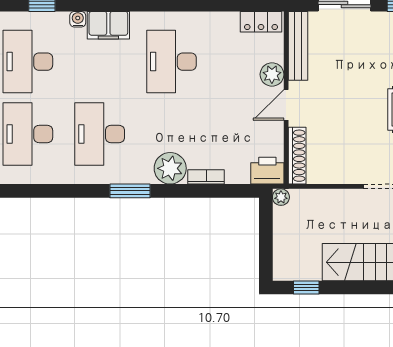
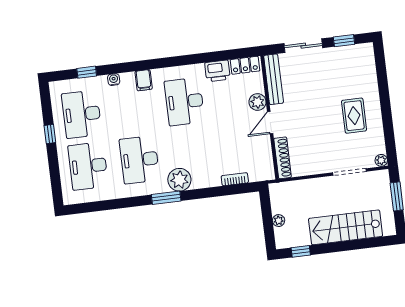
filing cabinet: (108, 25) -> (144, 80), width x0.50
plant: (170, 168) -> (179, 180), moved
printer: (267, 171) -> (217, 71), moved, turned 180
bookcase: (206, 177) -> (235, 179), moved
plant: (281, 197) -> (279, 221), moved

